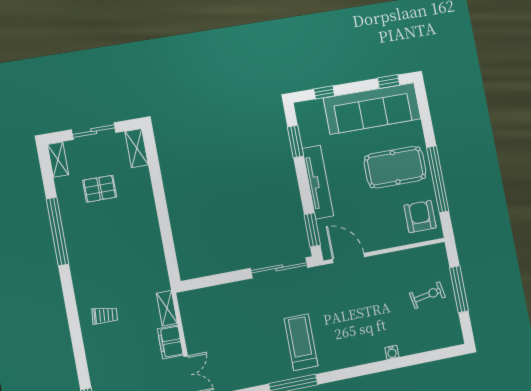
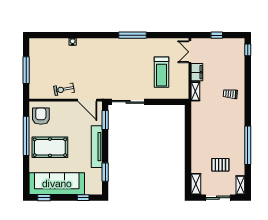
armchair: (420, 217) -> (41, 116), turned 180
exercise bike: (427, 295) -> (64, 89), moved
treadmill: (301, 342) -> (161, 72), moved

